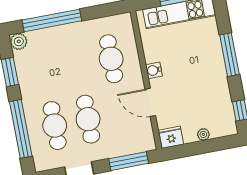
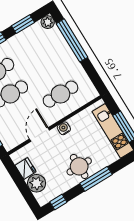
round table: (207, 69) -> (79, 166), added
plant: (203, 134) -> (37, 183), width x1.88, depth x1.88
fridge: (171, 137) -> (26, 168), moved

